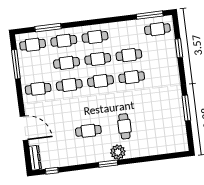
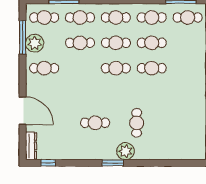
plant: (27, 68) -> (35, 43), added
cafe table: (69, 85) -> (152, 17), moved

